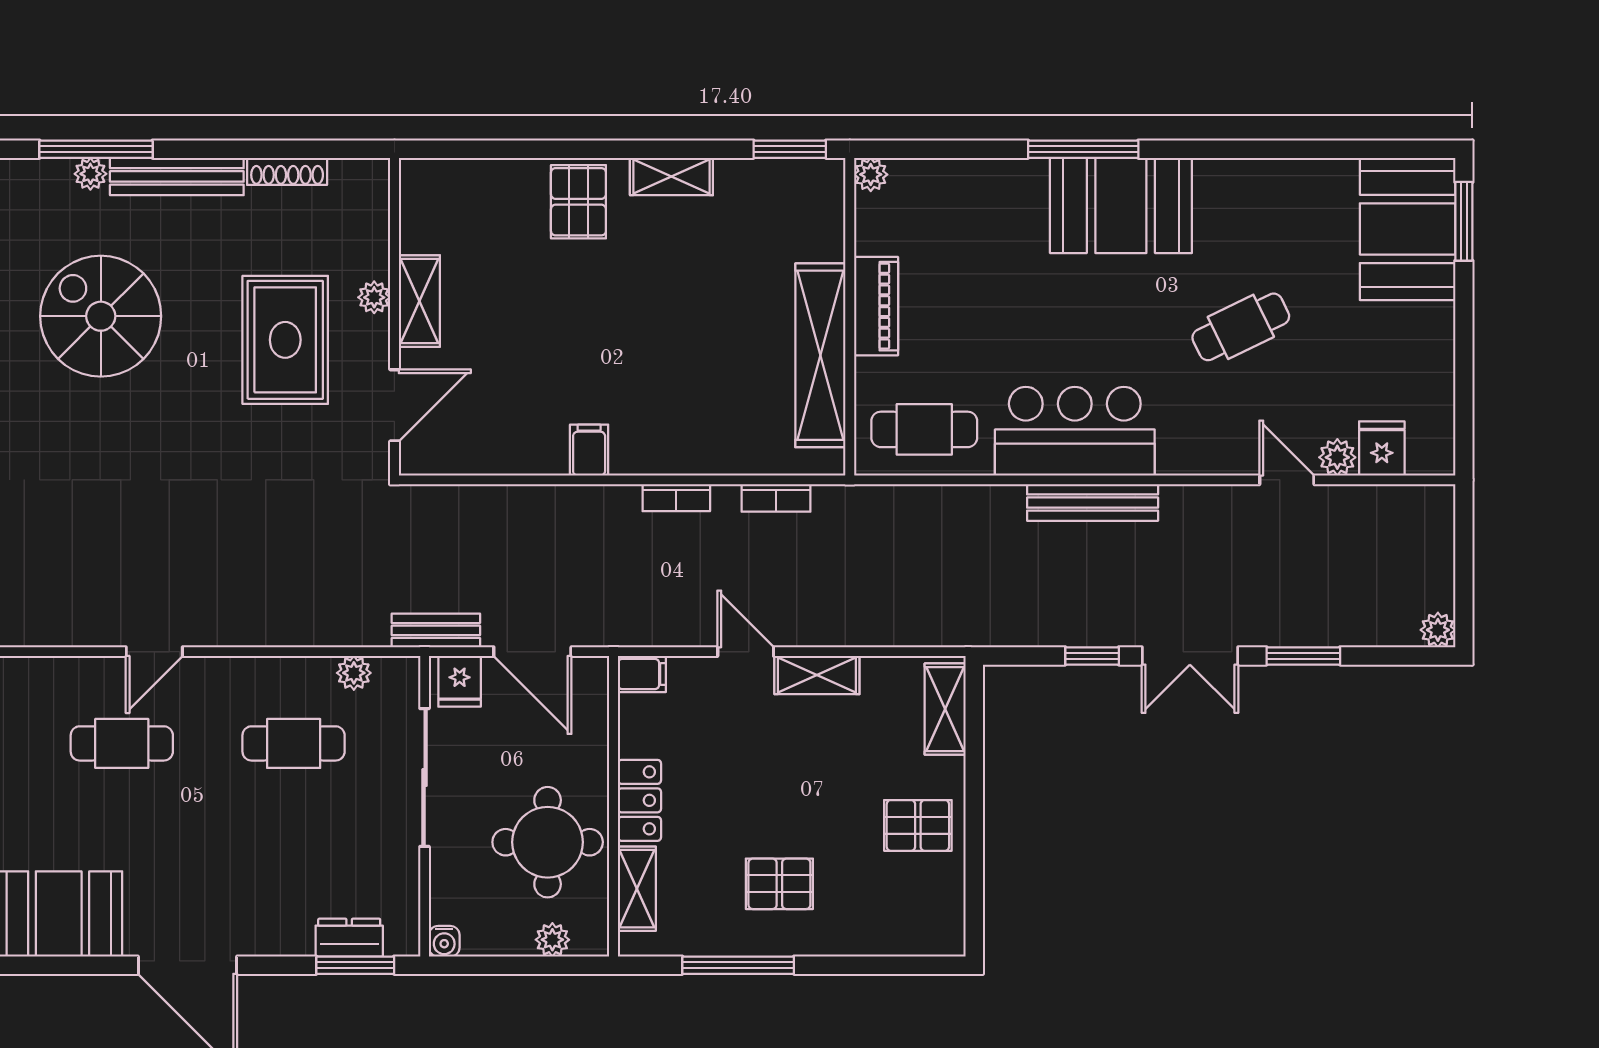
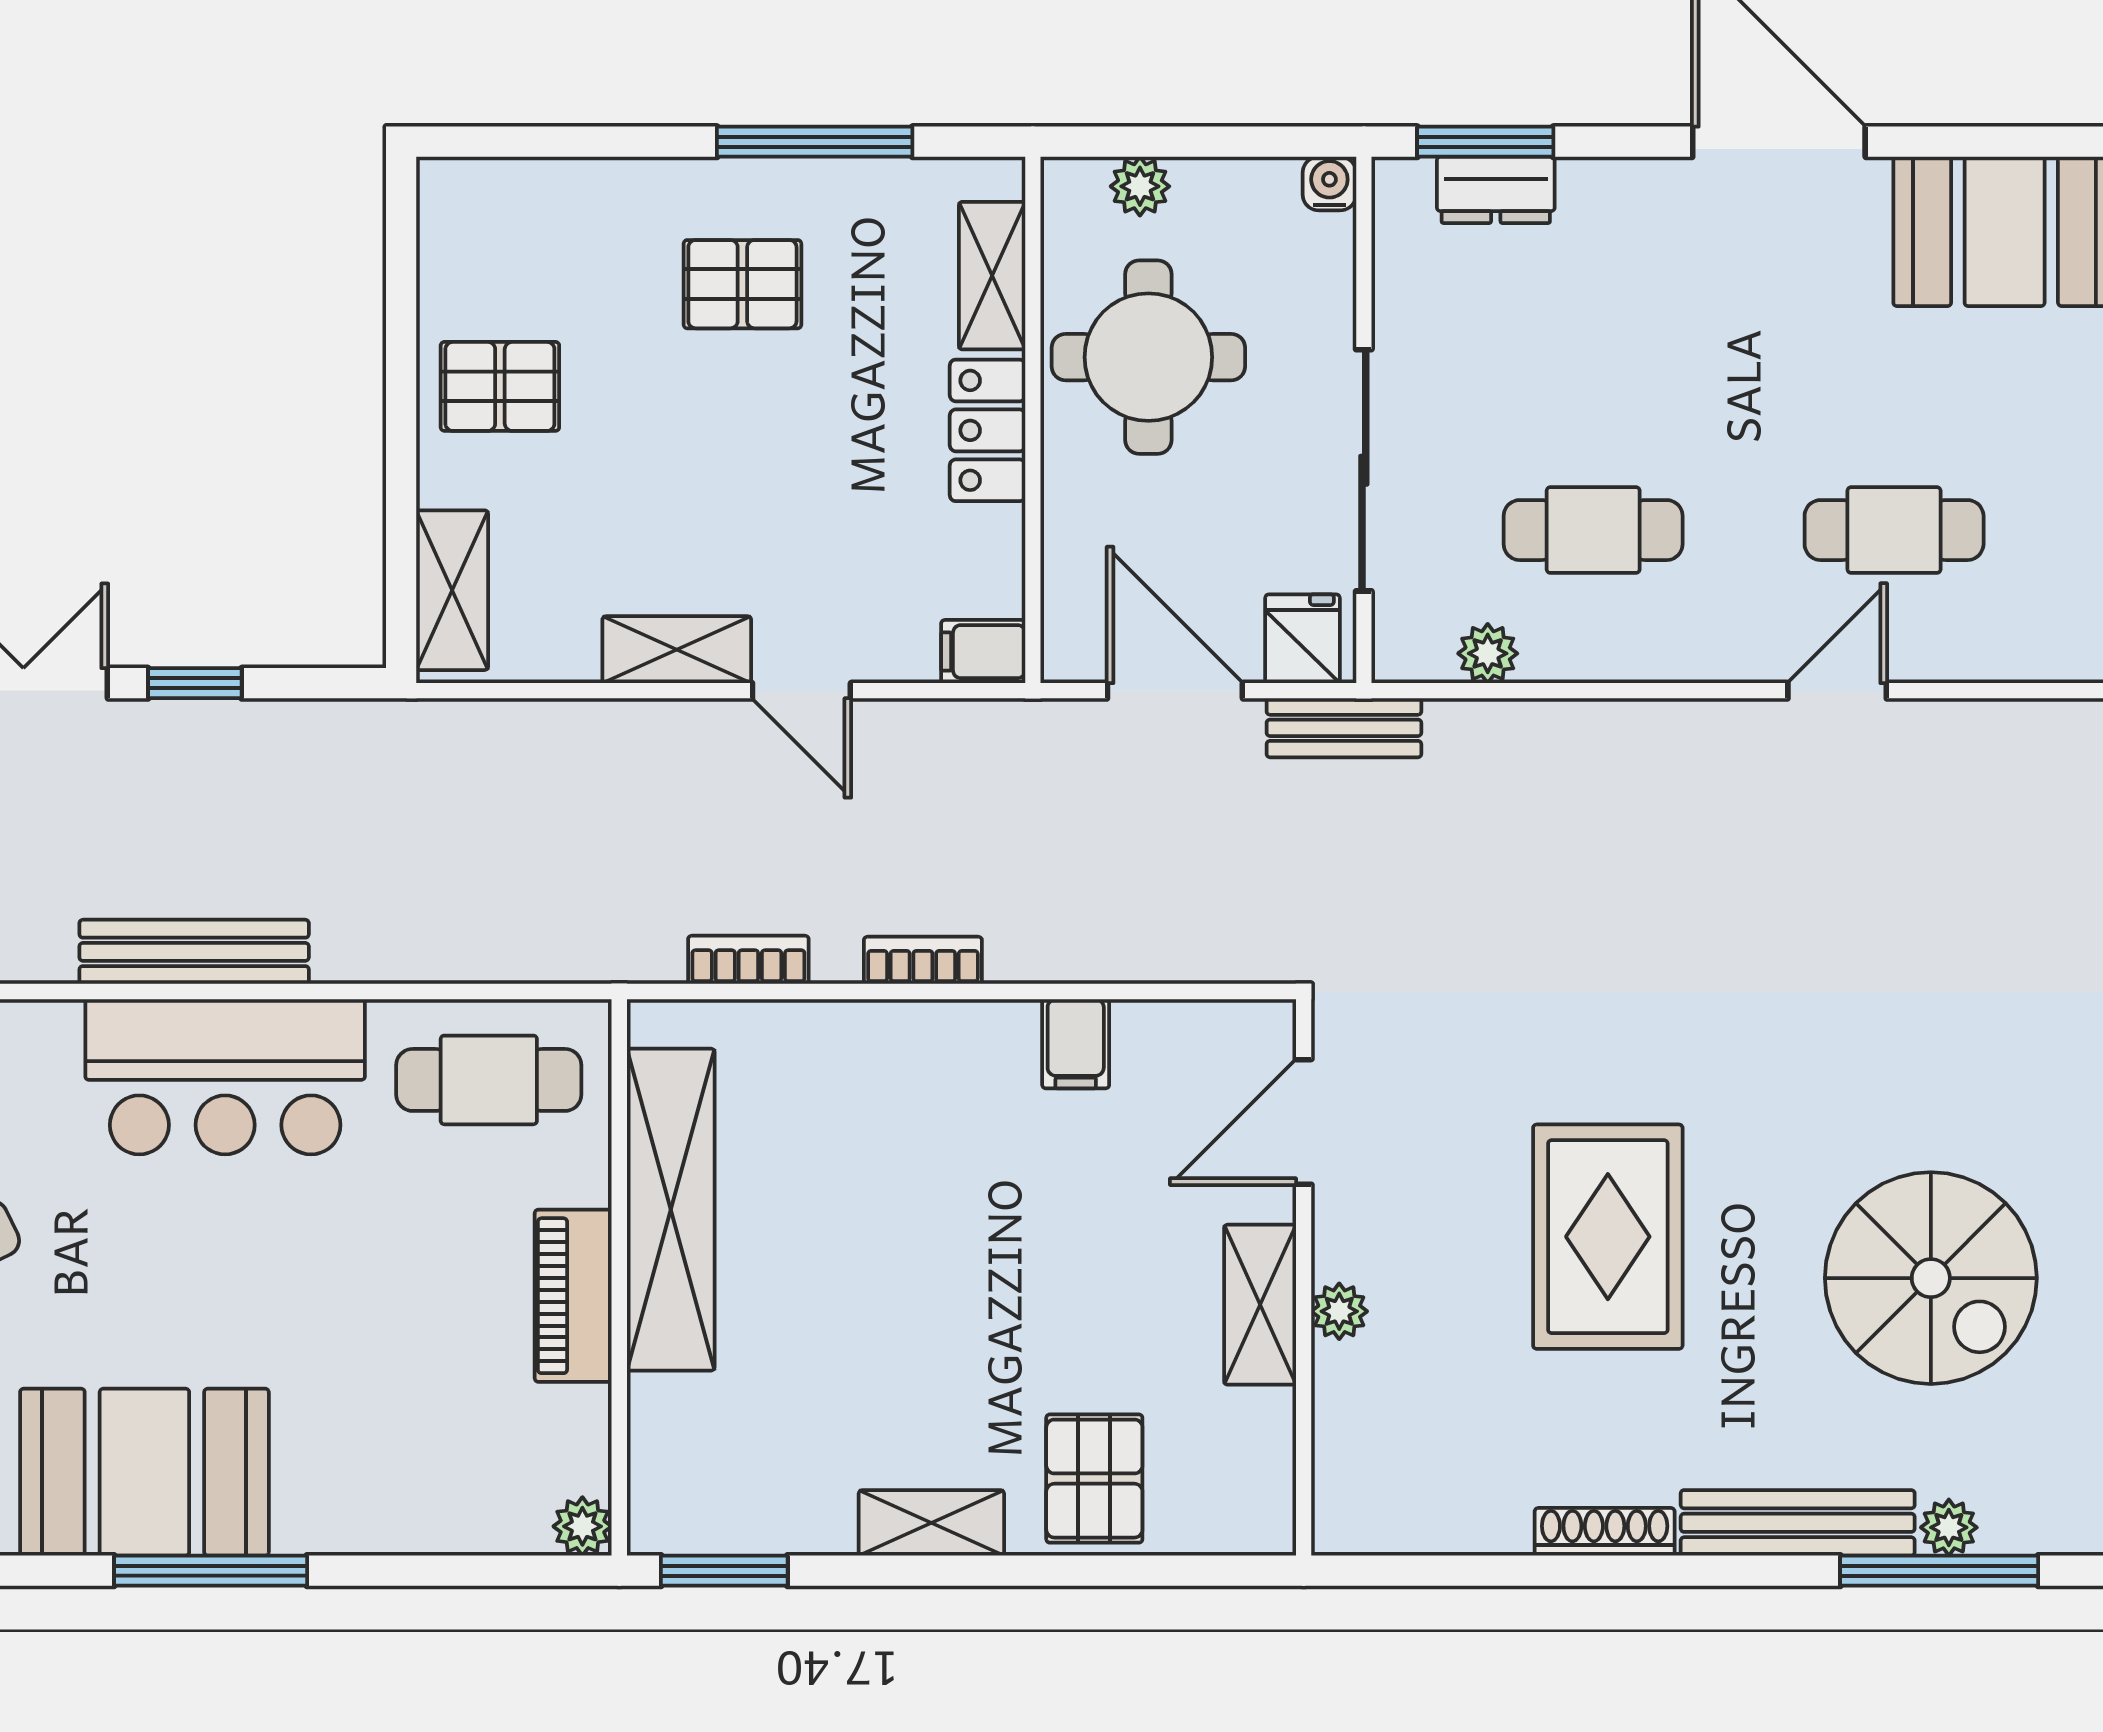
plant: (374, 297) -> (1339, 1311), moved
shelving: (419, 301) -> (1260, 1305), moved
wall: (394, 317) -> (1304, 1277), moved
door: (394, 405) -> (1304, 1122), moved

